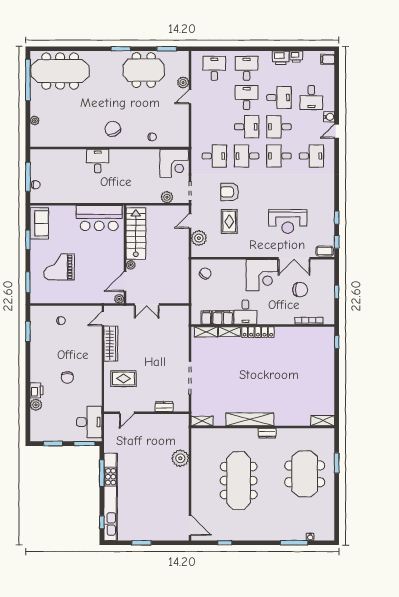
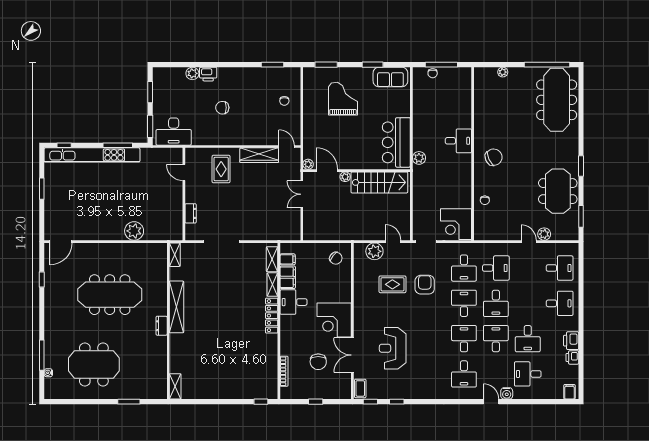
desk: (247, 98) -> (496, 268), moved
plant: (167, 197) -> (419, 158), moved
meeting table: (305, 474) -> (94, 364), moved

